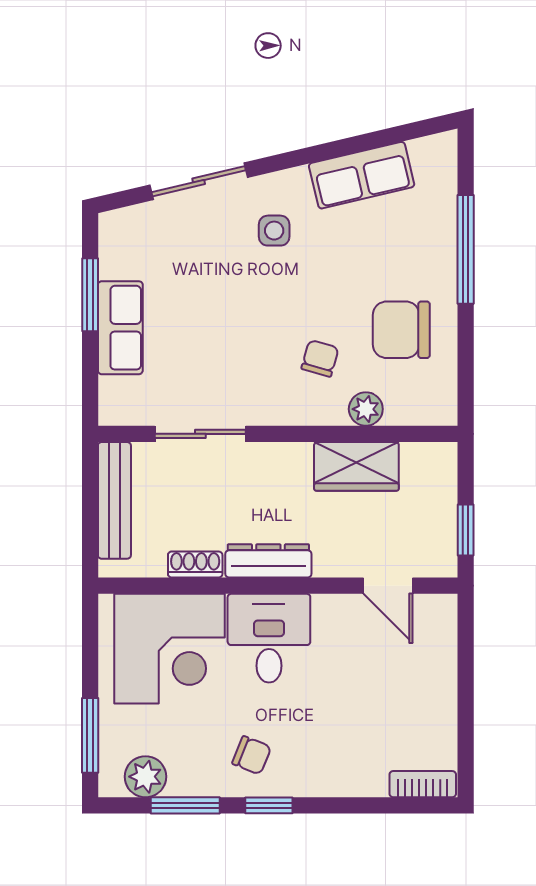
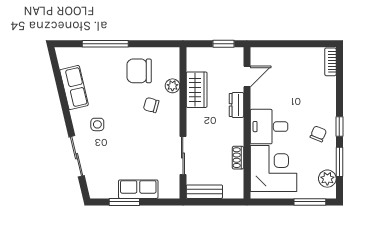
chair: (401, 330) -> (139, 71), turned 90
bench: (114, 500) -> (204, 192), width x0.73
dresser: (268, 561) -> (236, 105), moved, width x0.70

